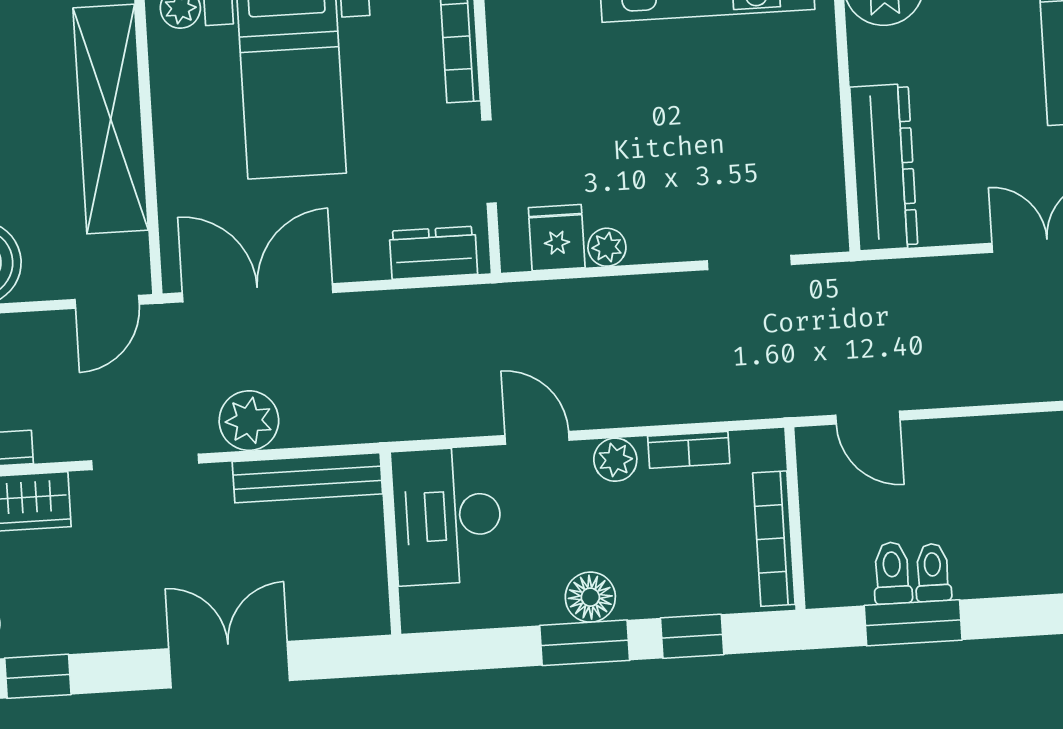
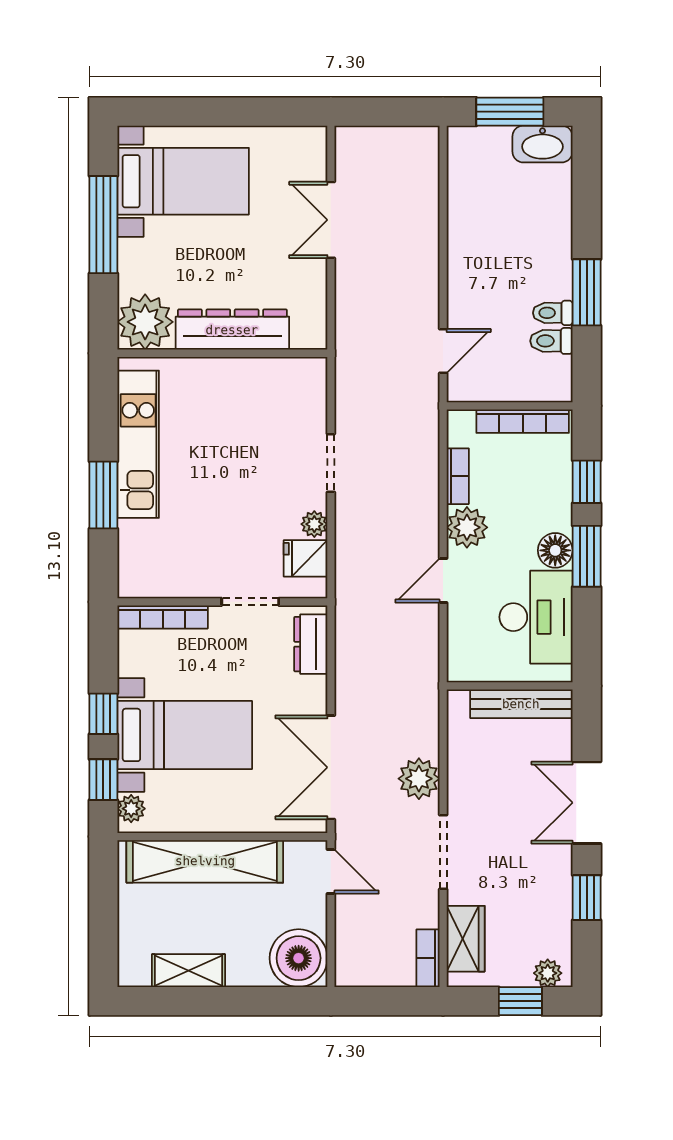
dresser: (884, 167) -> (232, 330), moved
doorway: (749, 263) -> (331, 463), moved
plant: (615, 460) -> (467, 527), width x1.38, depth x1.38
bench: (307, 478) -> (521, 704), moved, turned 90
desk: (447, 516) -> (536, 617), moved, turned -90
window: (913, 623) -> (587, 292), moved
window: (38, 676) -> (587, 898), moved

